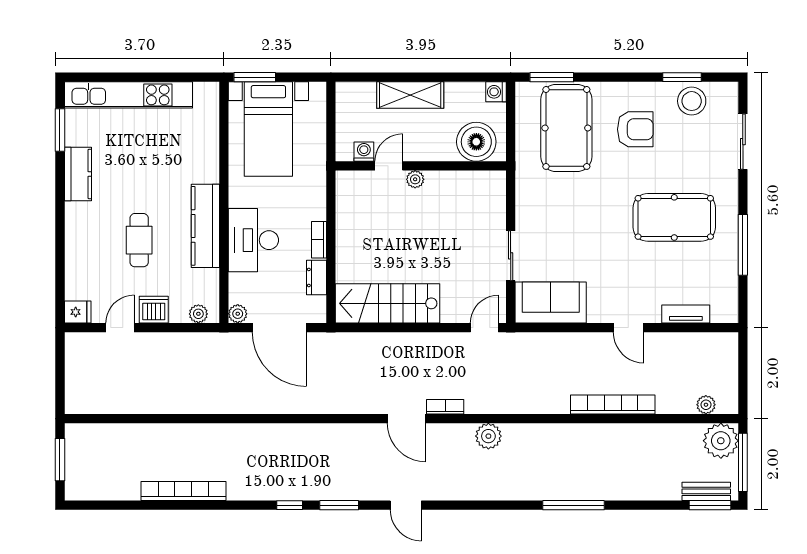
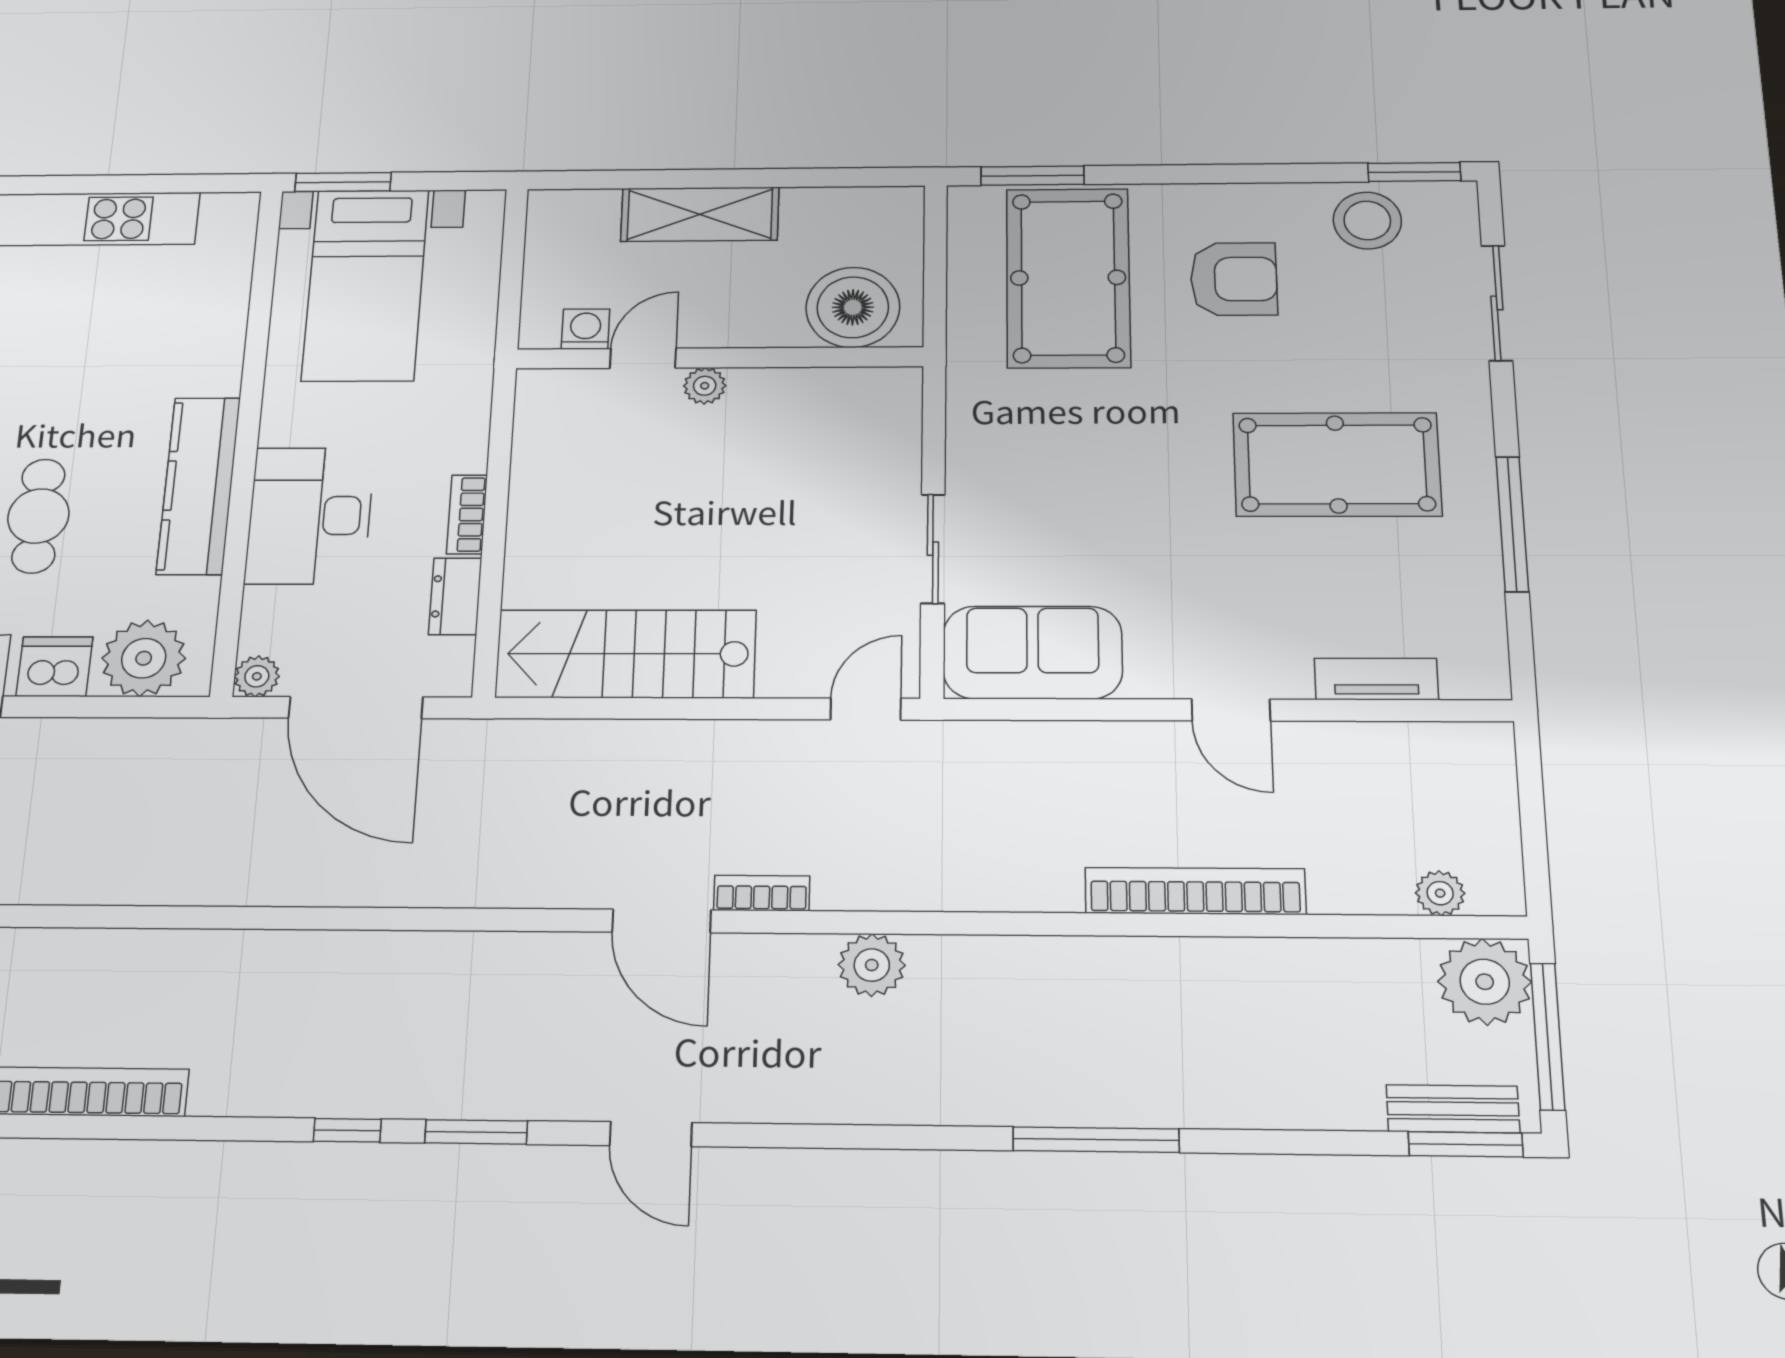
window: (682, 77) -> (1414, 172), moved
washing machine: (496, 92) -> (901, 206), removed
plant: (198, 314) -> (144, 658), width x1.88, depth x1.88

